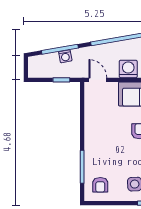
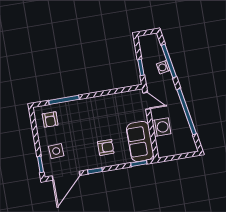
door: (98, 80) -> (147, 101), hinge flipped
armchair: (100, 185) -> (50, 119), turned -90

